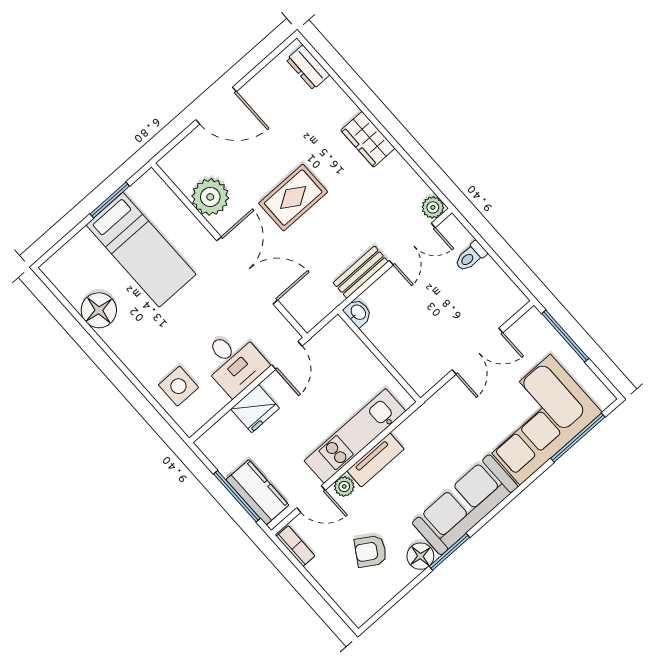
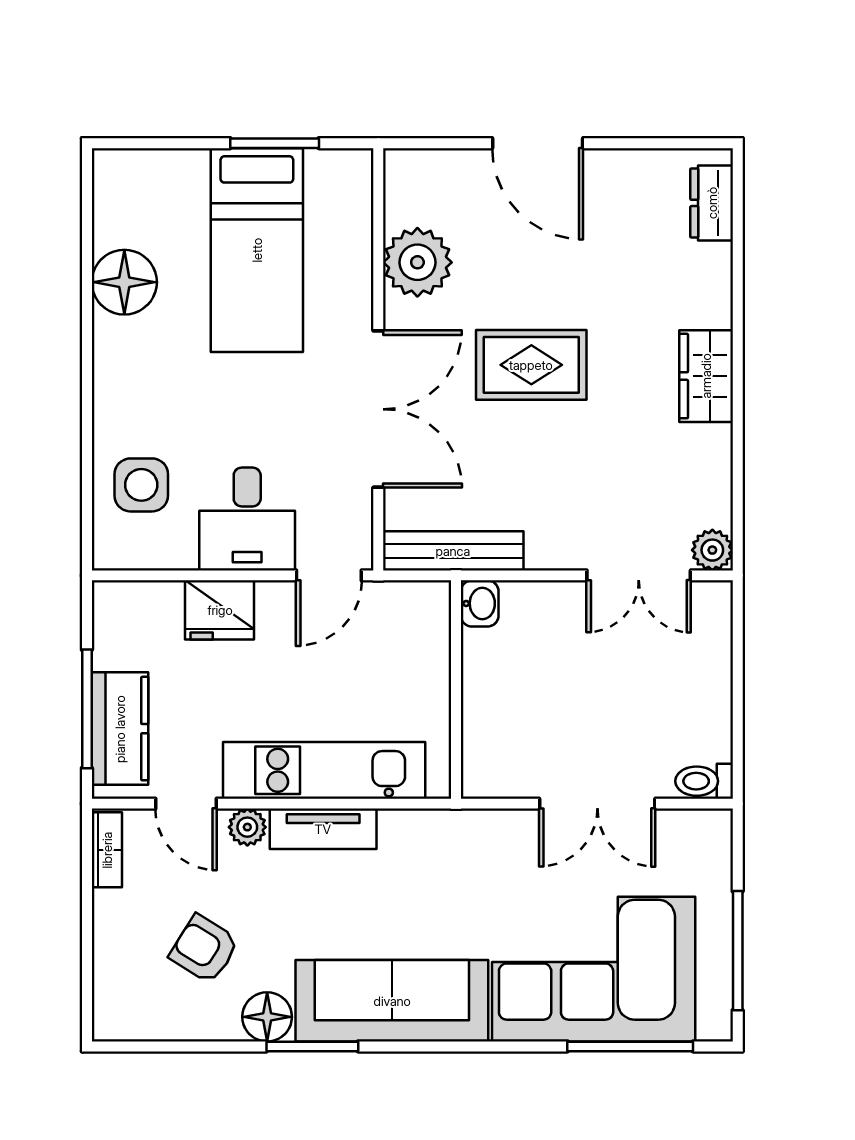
toilet: (471, 257) -> (704, 781), moved
bench: (361, 272) -> (453, 551), moved, width x1.36
window: (565, 336) -> (738, 951), moved

